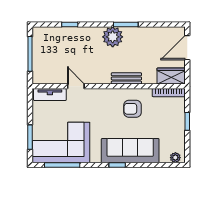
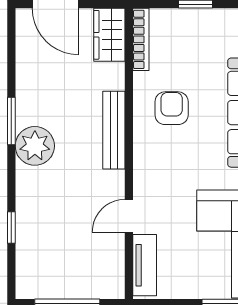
bench: (126, 78) -> (114, 130), width x1.36
armchair: (132, 109) -> (172, 108), turned 180

